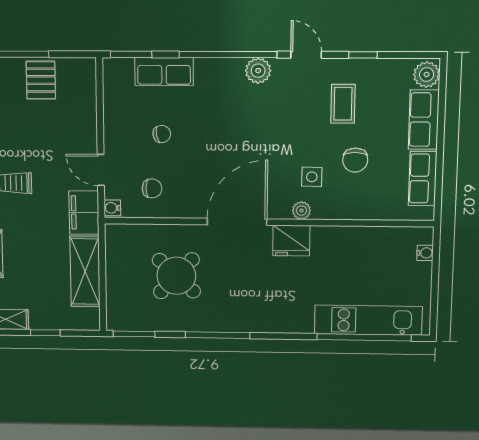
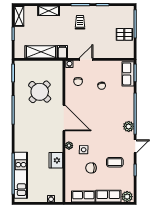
row of seats: (164, 71) -> (128, 74), moved
filing cabinet: (84, 213) -> (62, 52), width x0.50
fridge: (291, 241) -> (56, 160), moved

